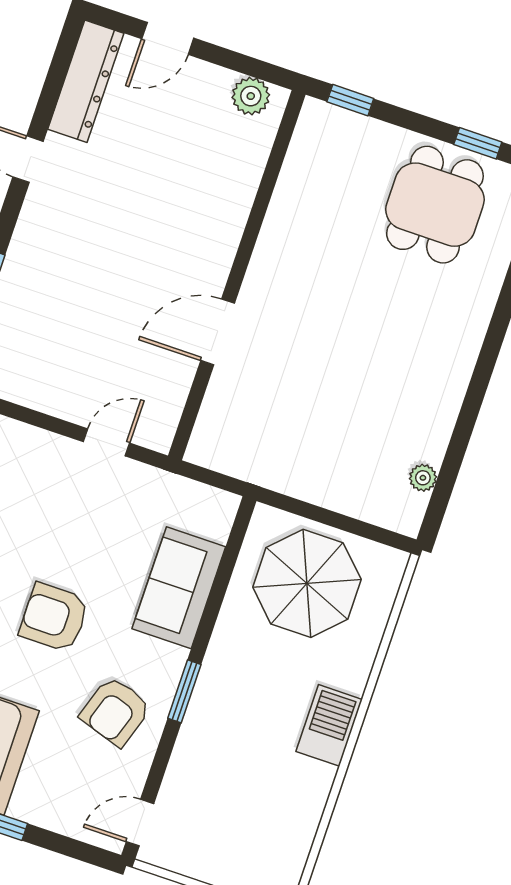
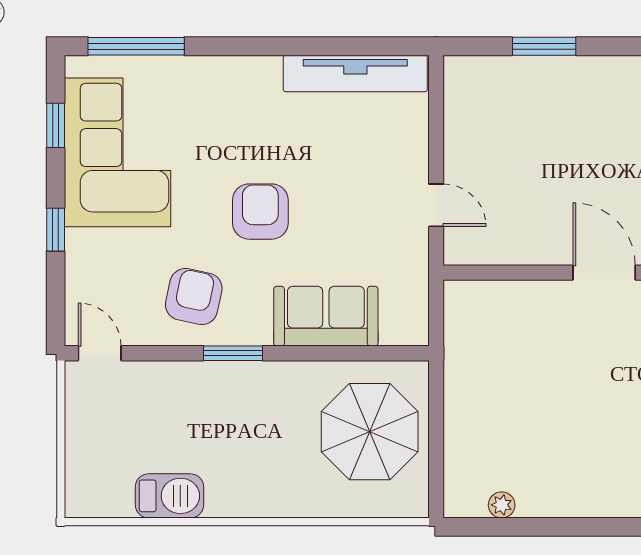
door: (218, 332) -> (604, 273), moved
armchair: (115, 711) -> (194, 297), turned 84
barbecue: (329, 725) -> (169, 496), moved

